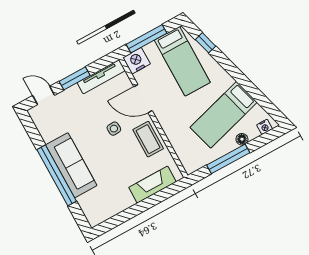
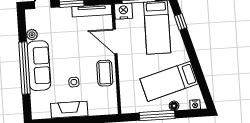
side table: (114, 129) -> (74, 82), moved
plant: (47, 135) -> (32, 35), added
fireplace: (152, 185) -> (69, 110), moved

